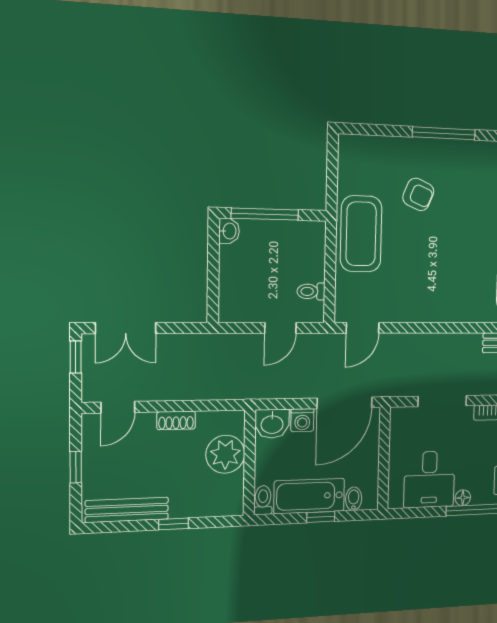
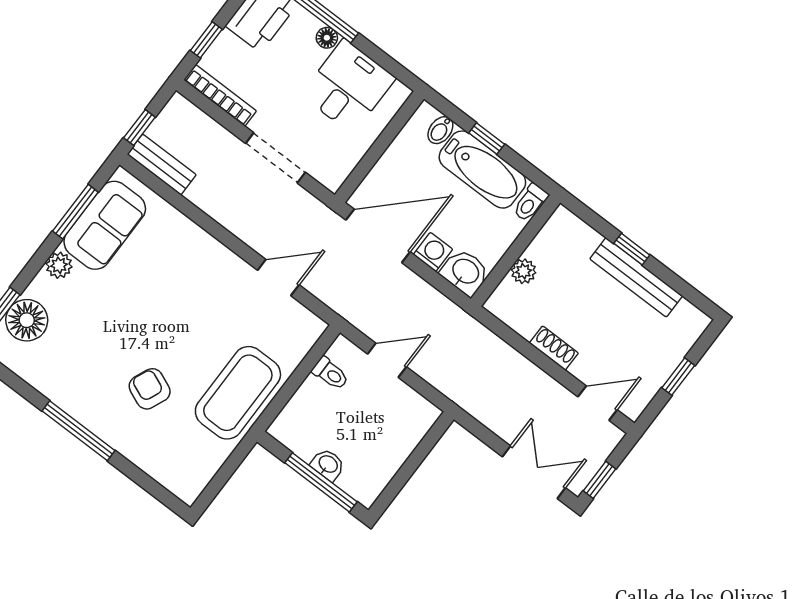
washbasin: (229, 231) -> (328, 465), moved, turned 90
door: (363, 328) -> (278, 277), moved
plant: (225, 454) -> (524, 271), width x0.53, depth x0.53
bench: (127, 510) -> (636, 277), moved

